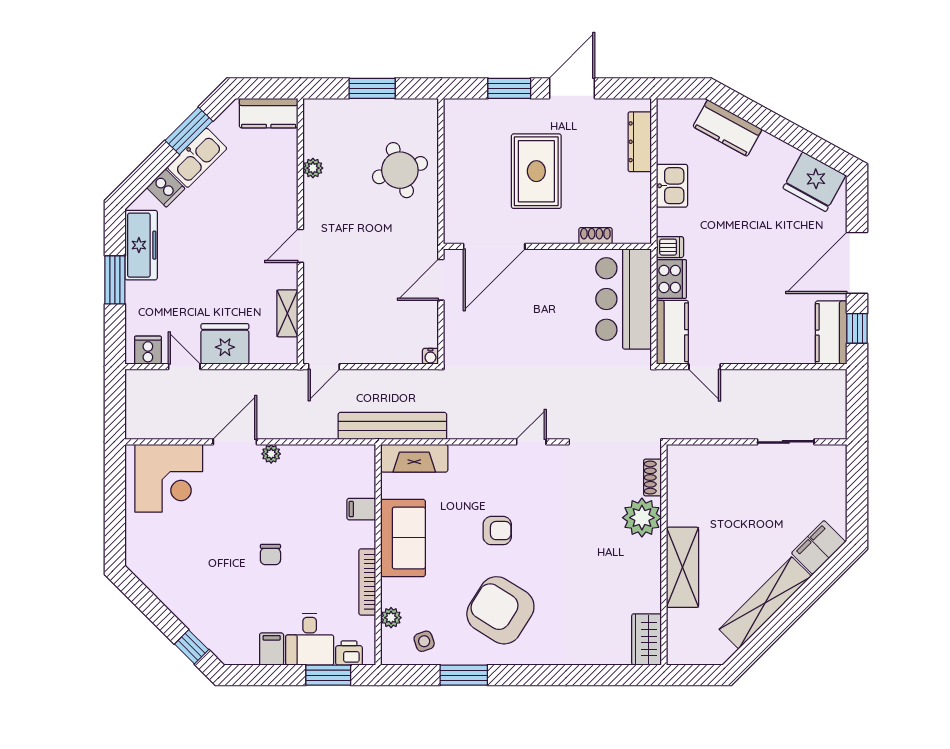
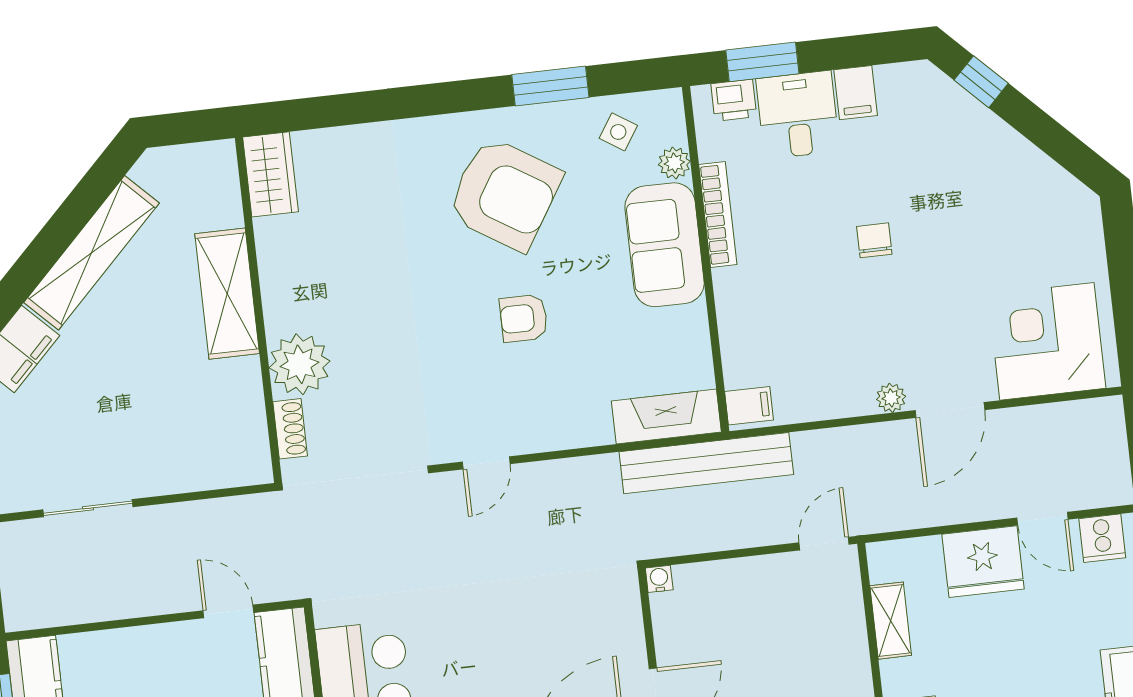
filing cabinet: (361, 509) -> (749, 406), moved
sofa: (403, 538) -> (665, 245), moved
side table: (424, 641) -> (618, 132), turned -38

